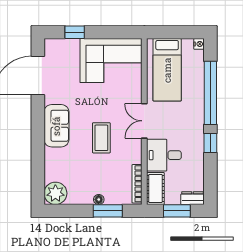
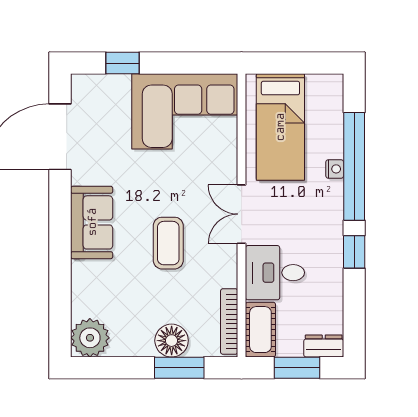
nightstand: (199, 44) -> (335, 169), moved
floor lamp: (99, 199) -> (172, 341), width x1.89, depth x1.89

